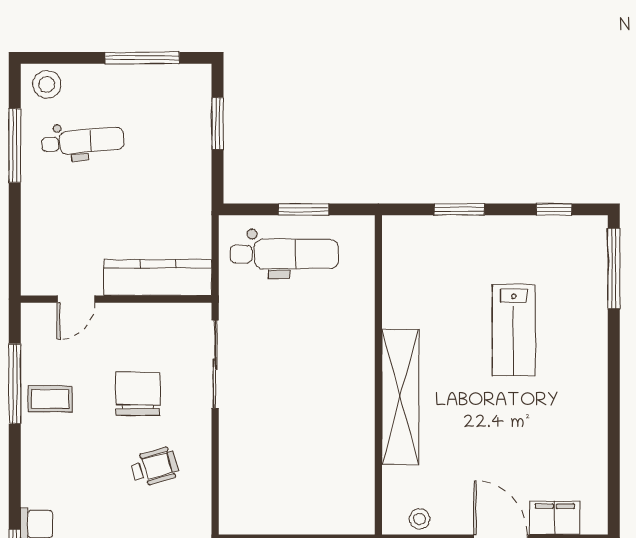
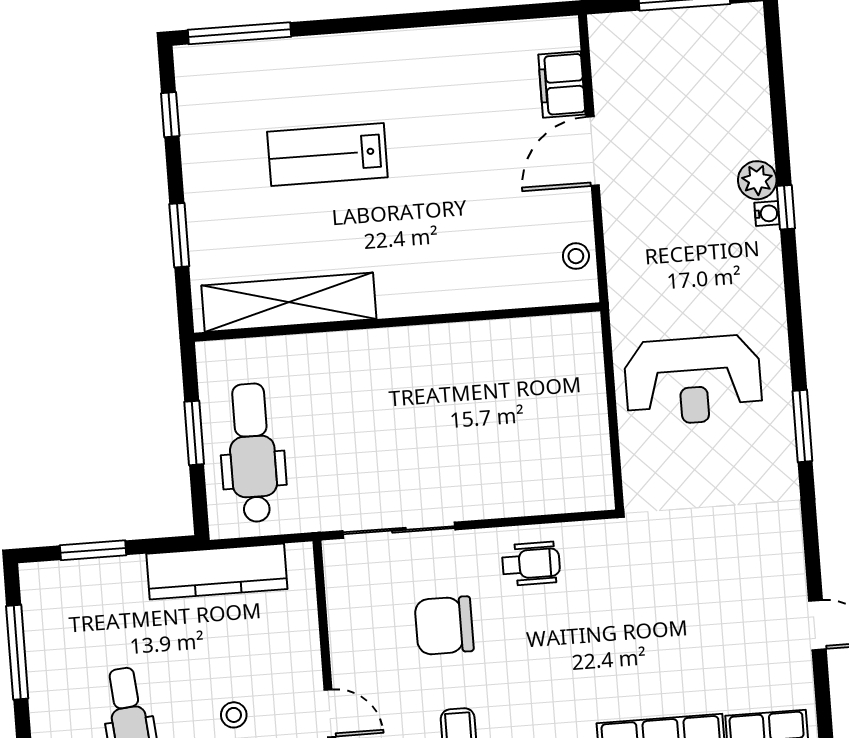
stool: (80, 224) -> (234, 715), added
kitchen counter: (158, 278) -> (217, 571), moved, turned -90
lab bench: (514, 330) -> (327, 155), turned 180
shelving: (400, 397) -> (289, 302), moved
wheelchair: (154, 467) -> (531, 564), moved, turned 106

